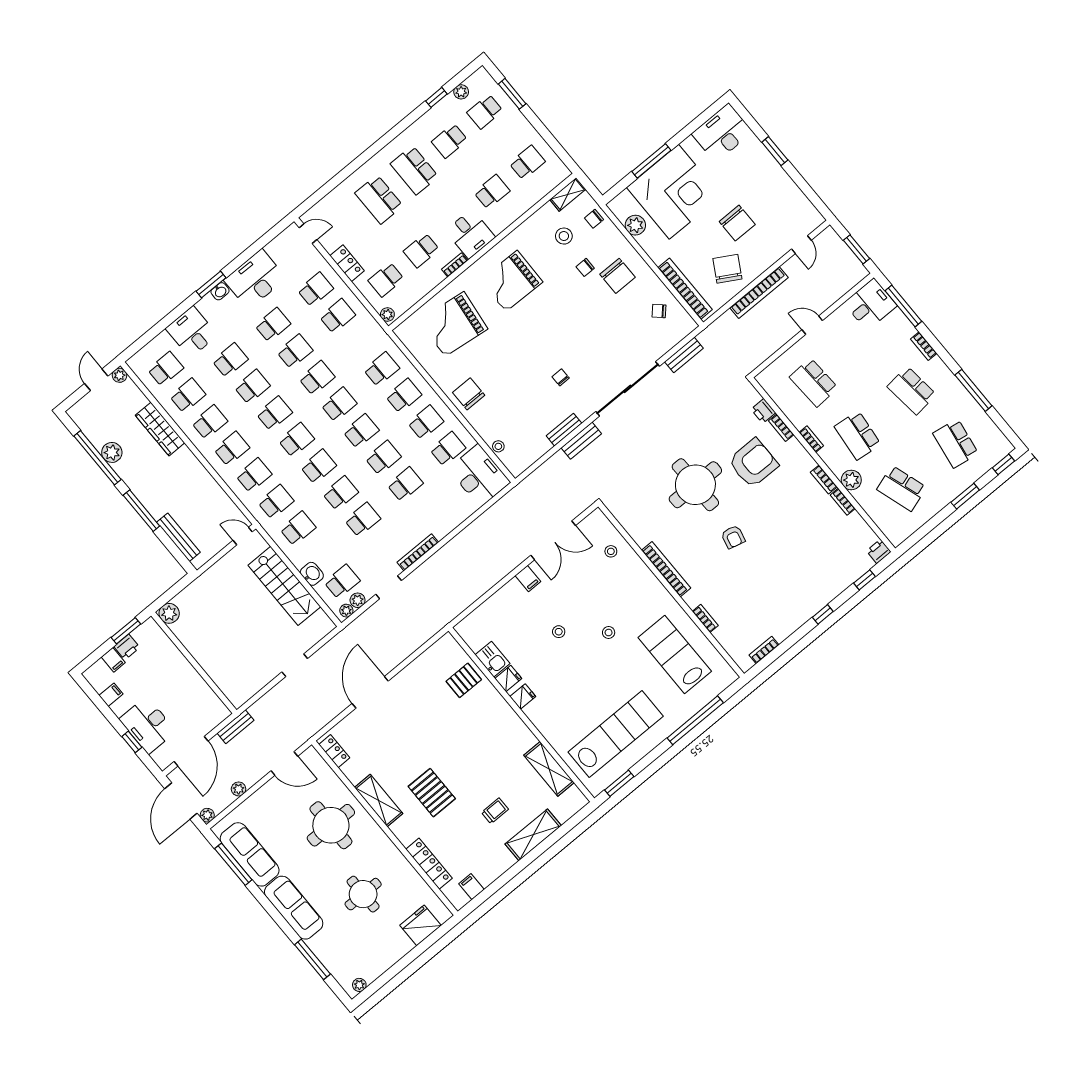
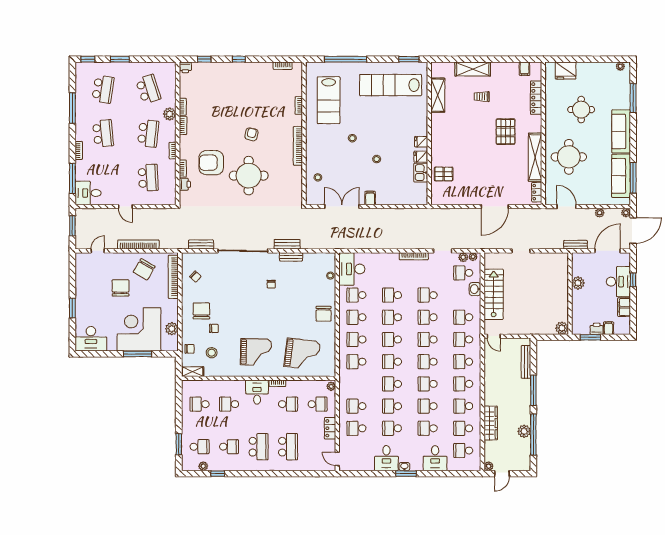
desk: (255, 279) -> (386, 458), width x0.73
plant: (195, 683) -> (578, 283), added
filing cabinet: (111, 695) -> (624, 307), width x2.00
shelving: (379, 801) -> (535, 157), width x1.47

